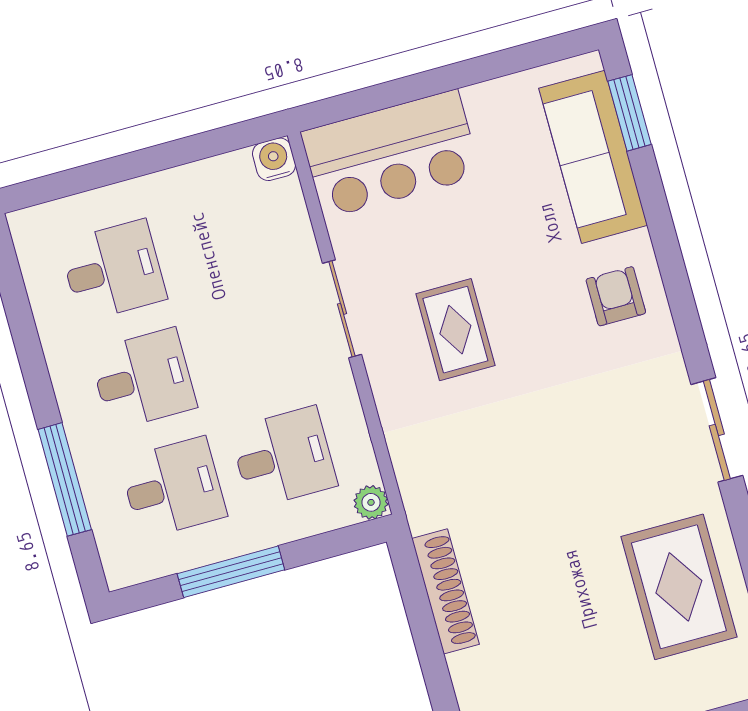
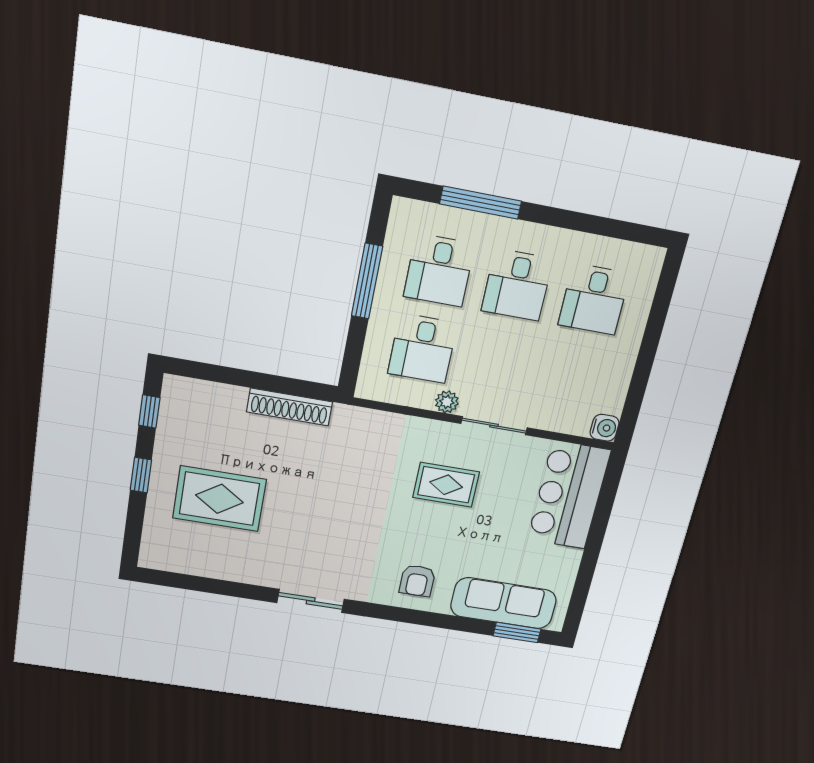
armchair: (616, 296) -> (417, 581), turned 90
plant: (371, 502) -> (447, 402), moved
rug: (679, 587) -> (219, 499), moved

